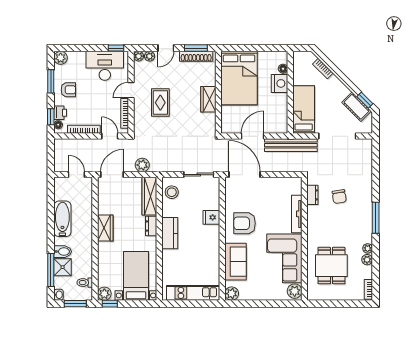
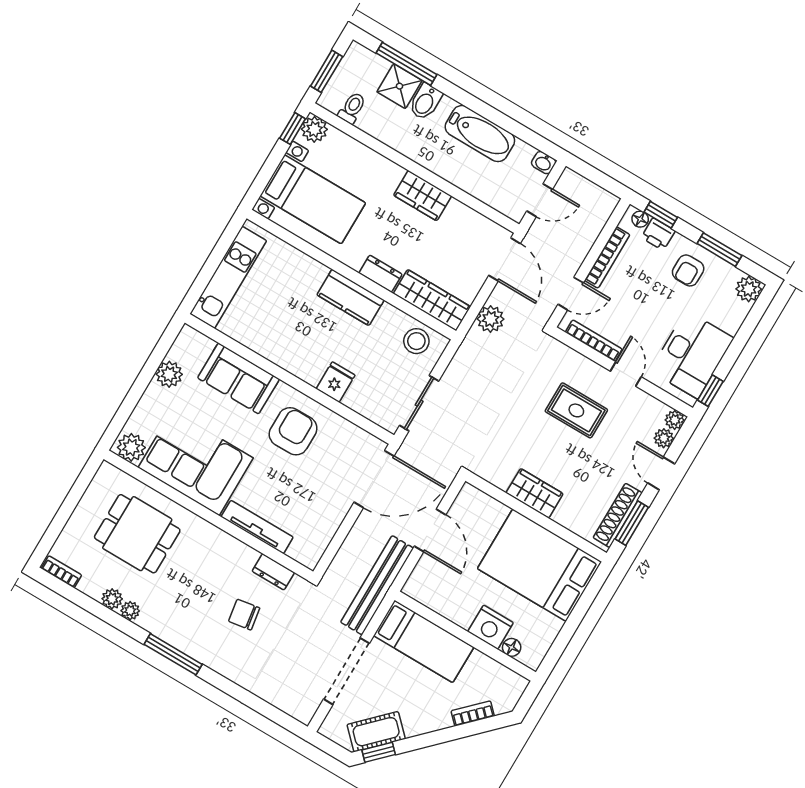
plant: (232, 294) -> (169, 374), moved
washbasin: (59, 295) -> (544, 163), moved

